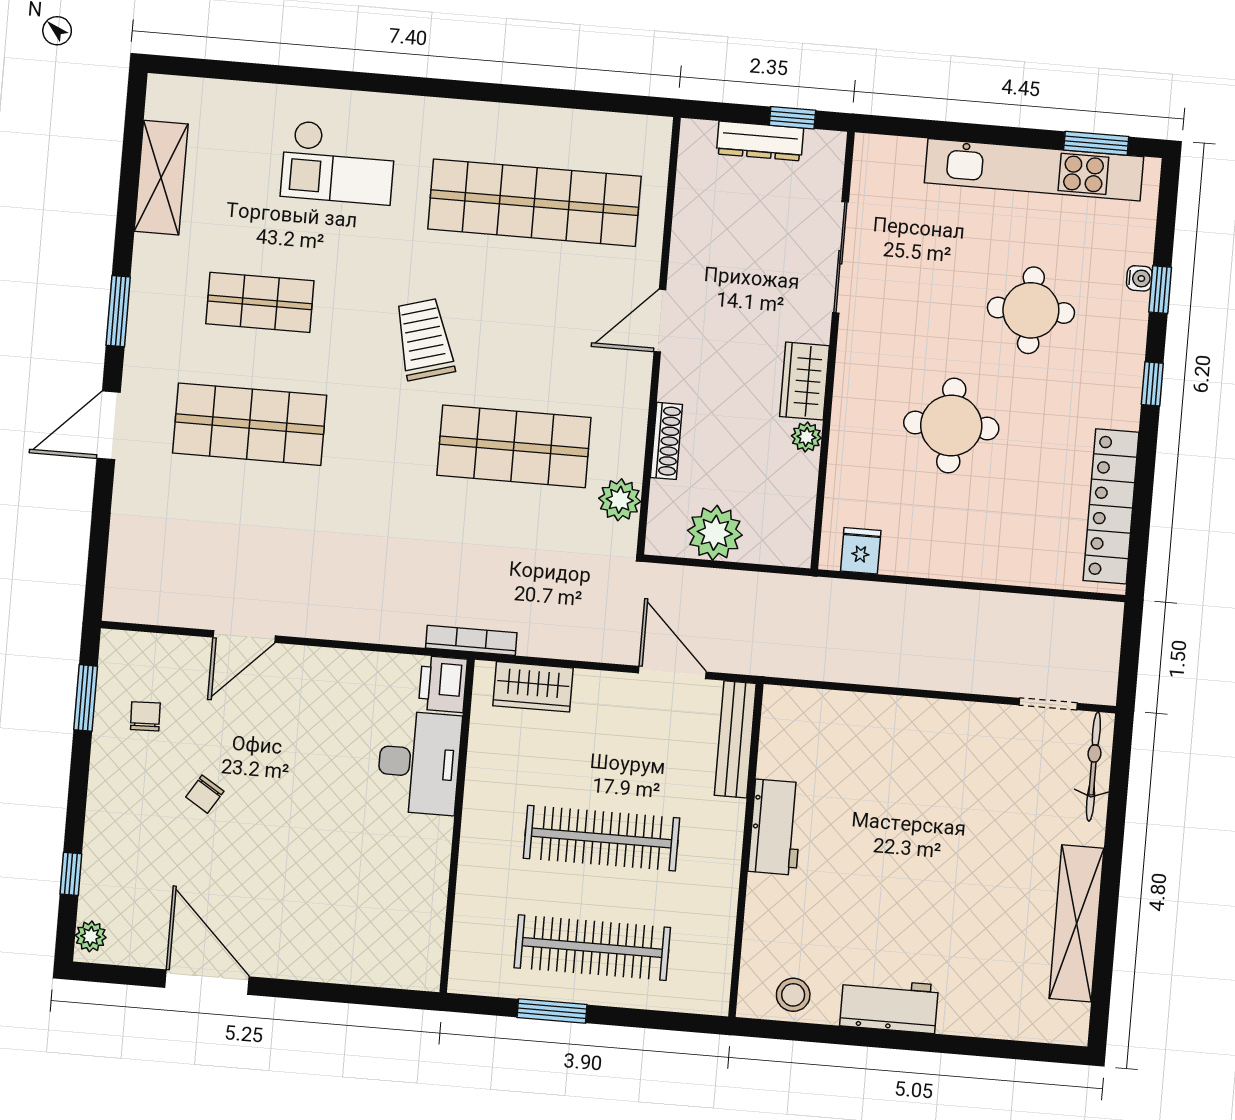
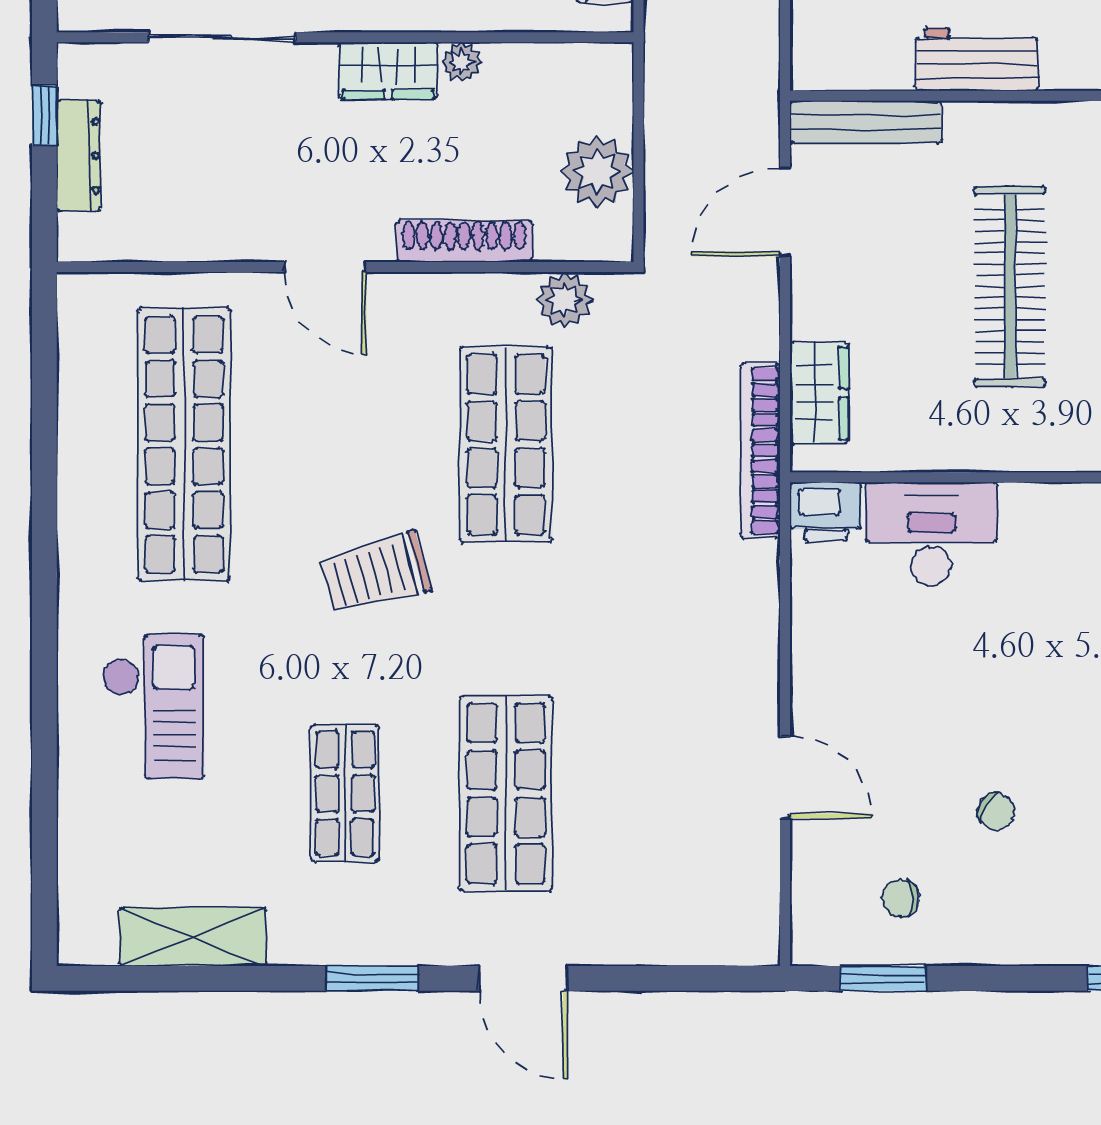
shoe rack: (666, 441) -> (464, 241), width x1.36, depth x1.24
bookcase: (471, 640) -> (760, 451), width x1.48, depth x1.31

